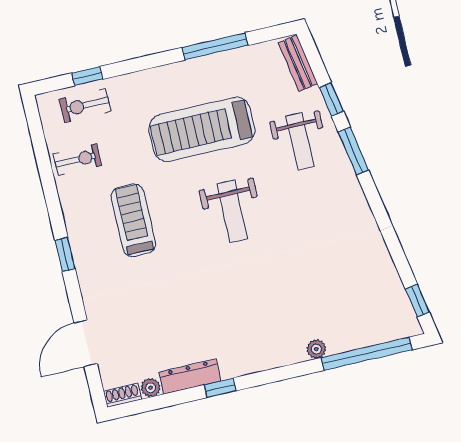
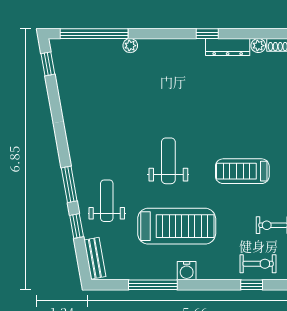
water cooler: (176, 75) -> (187, 271), added
treadmill: (133, 220) -> (242, 171), turned 90

